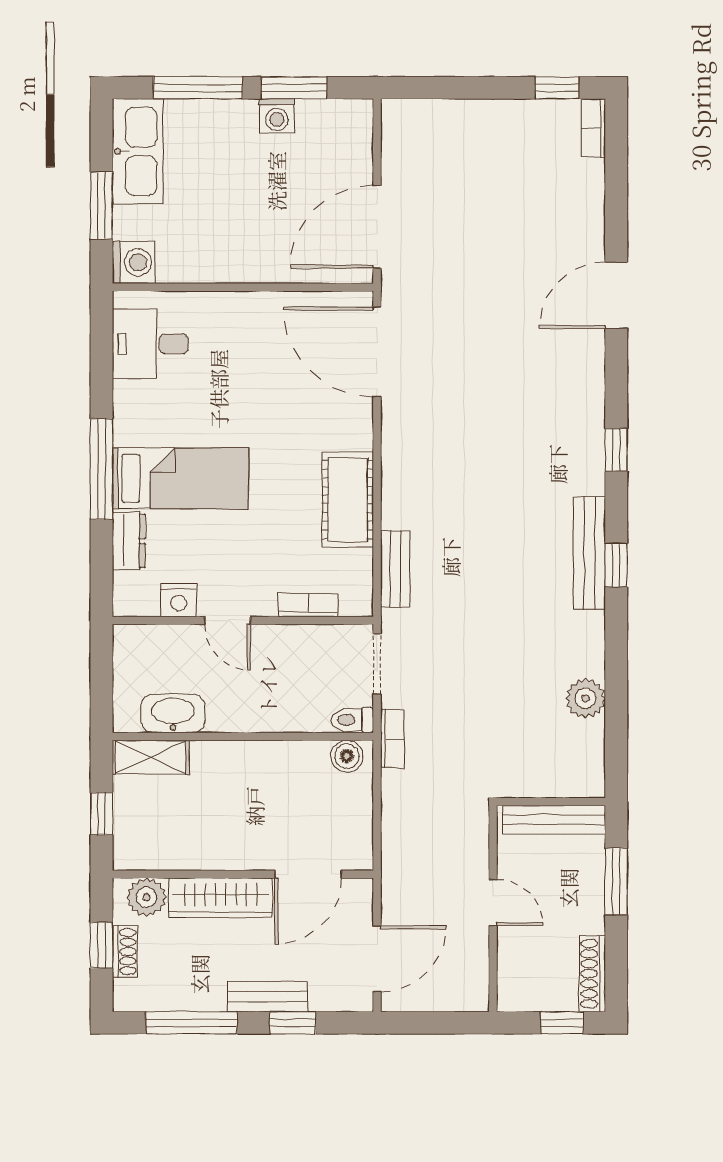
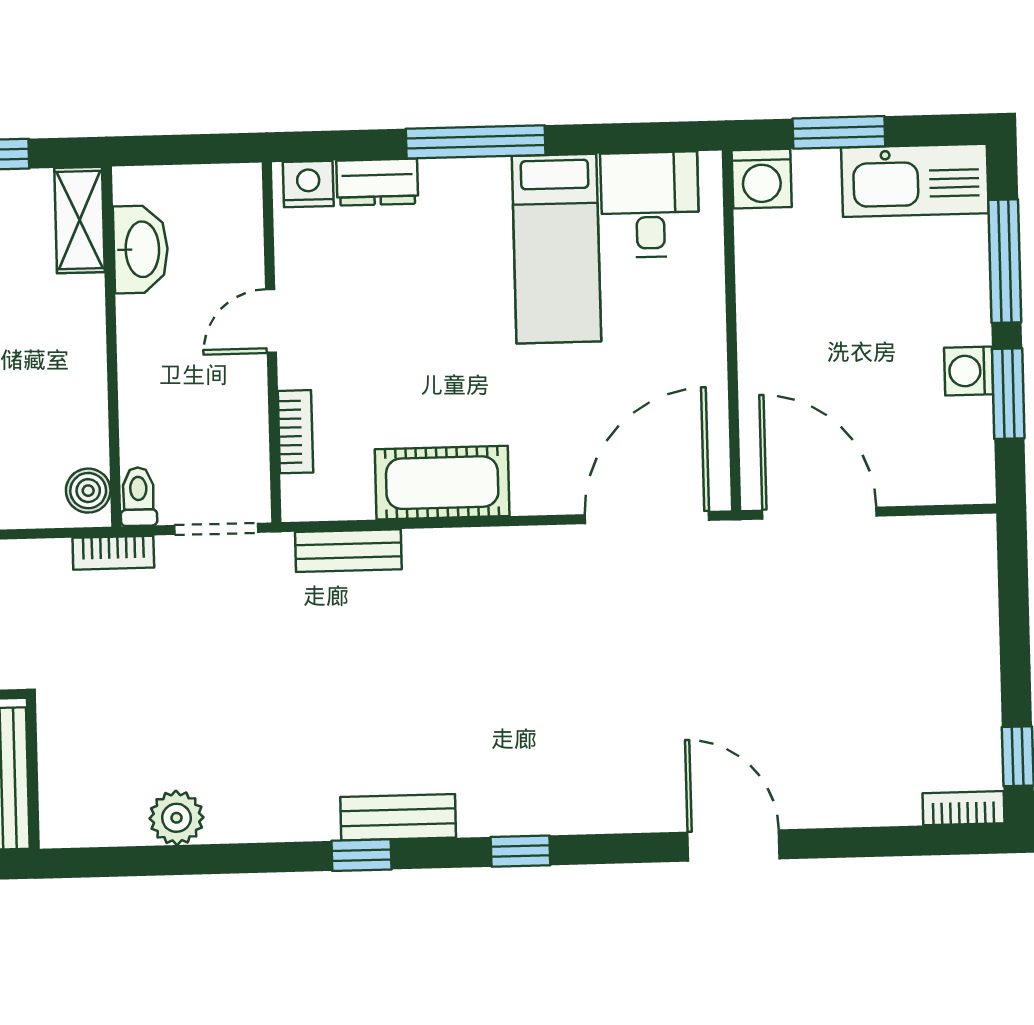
bed: (180, 478) -> (556, 249), moved
bench: (589, 553) -> (398, 817), width x0.73
nightstand: (179, 600) -> (308, 184), moved, turned 90

